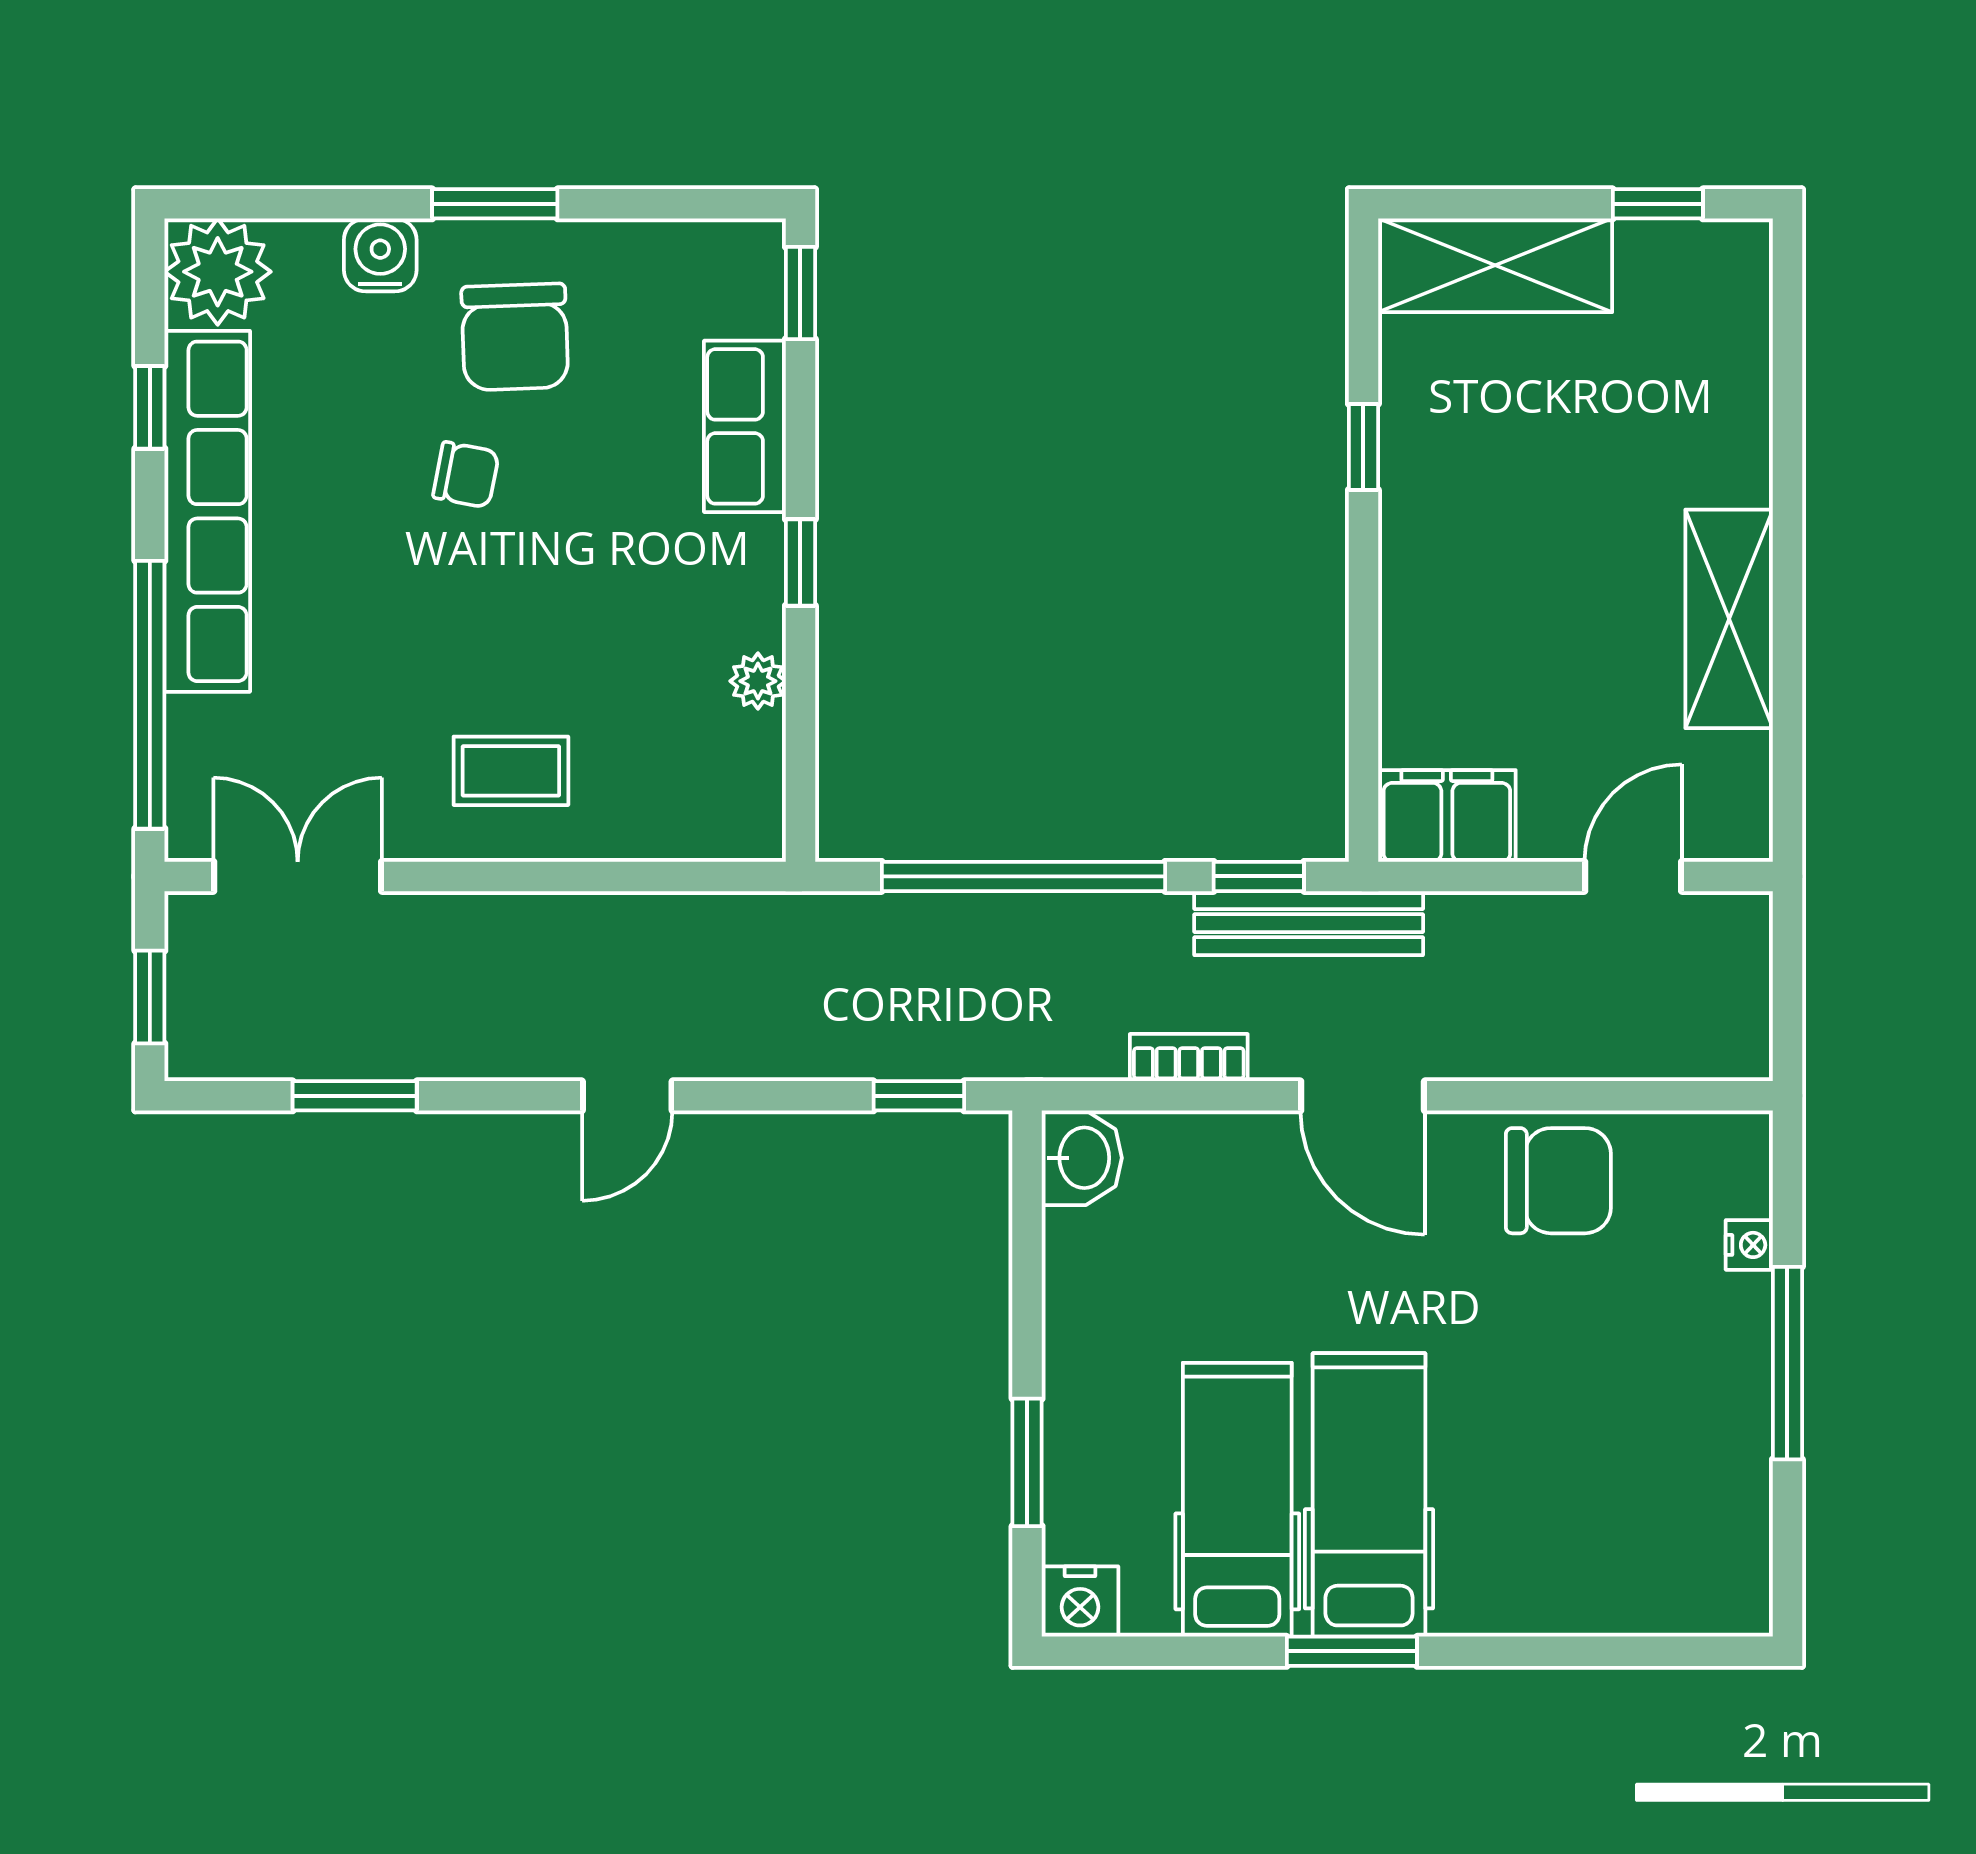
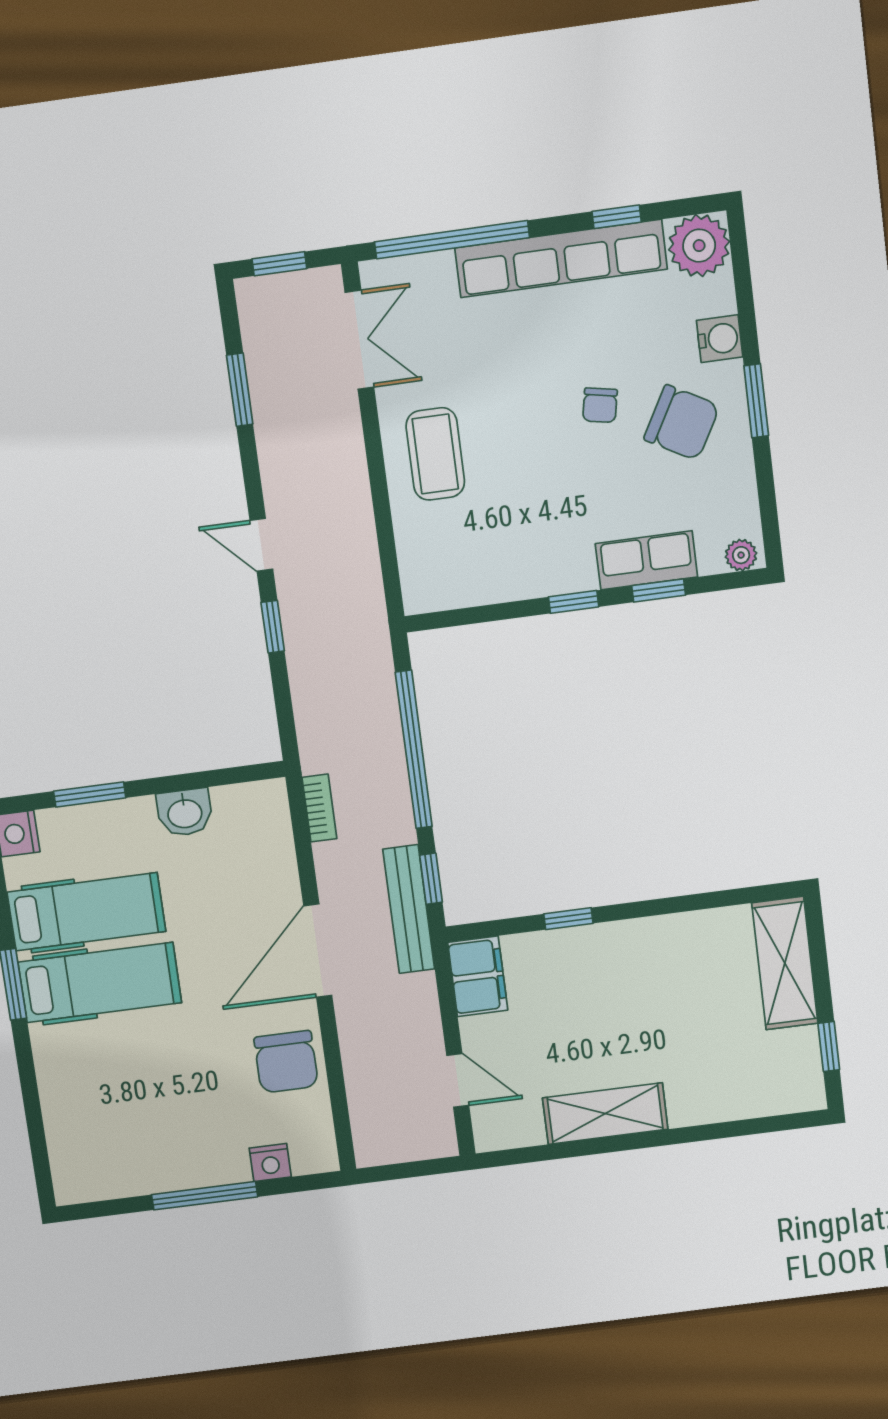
window: (800, 293) -> (659, 590), moved
chair: (515, 337) -> (682, 423), turned -149
window: (1363, 447) -> (568, 919), moved
plant: (758, 681) -> (741, 555), moved
coffee table: (511, 771) -> (435, 454), width x1.36, depth x1.30
bookcase: (1189, 1058) -> (319, 808), moved
window: (919, 1096) -> (273, 627), moved
door: (1363, 1096) -> (318, 951), width x1.36
washbasin: (1082, 1158) -> (185, 812), moved
nightstand: (1749, 1245) -> (270, 1162), width x1.39, depth x1.35

